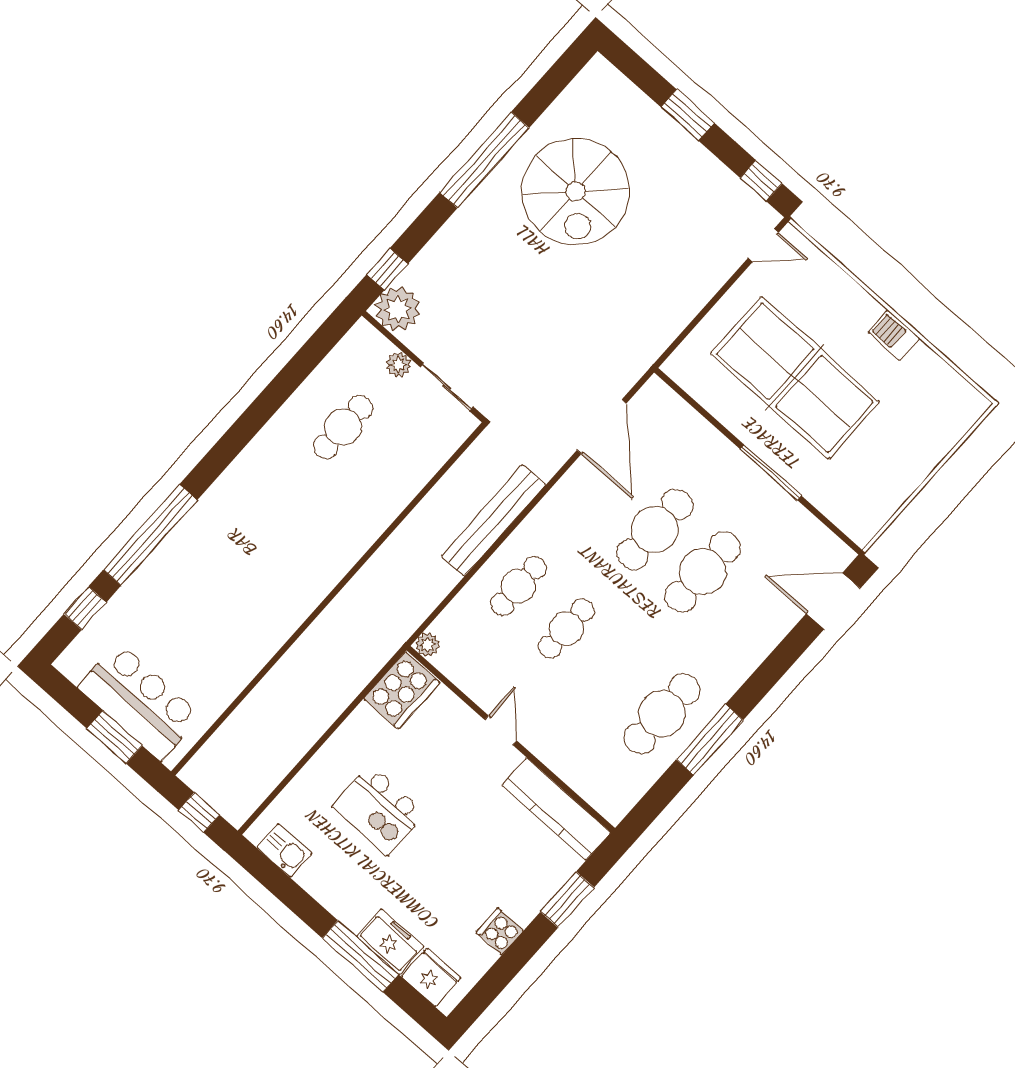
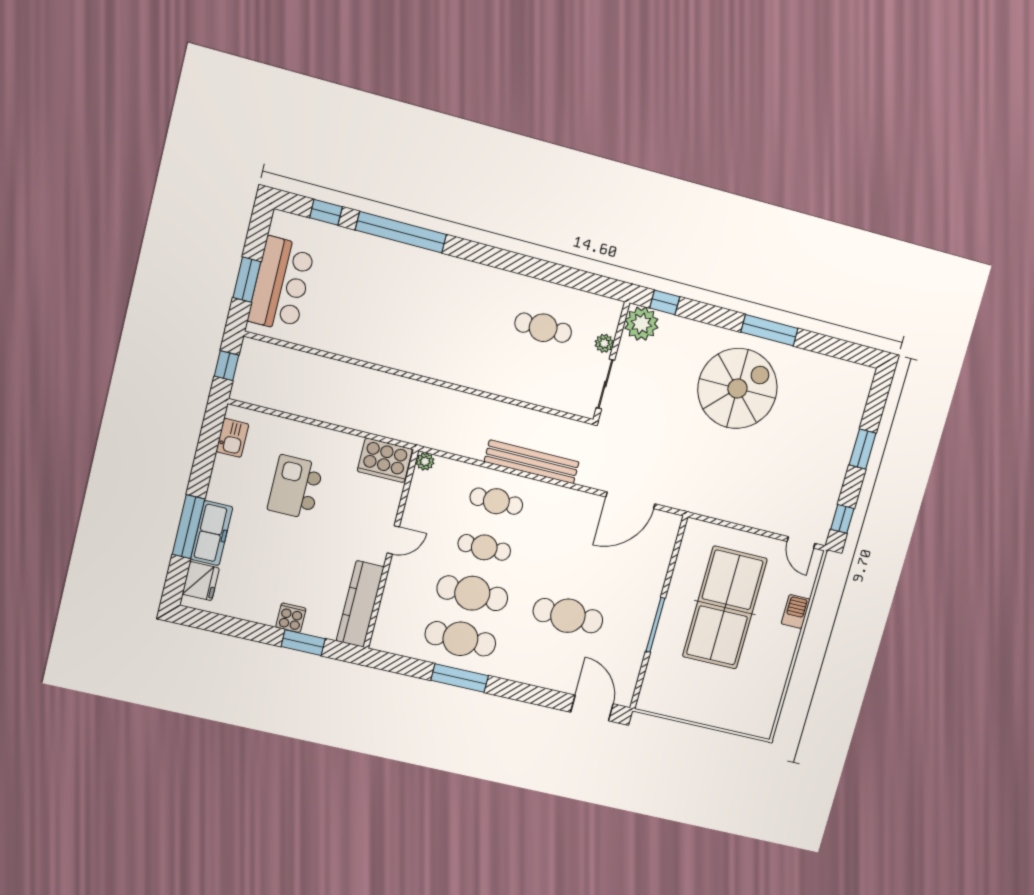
window: (484, 160) -> (769, 330), width x0.68
spiral stairs: (576, 191) -> (737, 388), moved, turned 180
barbecue: (894, 335) -> (796, 611), moved
cafe table: (655, 529) -> (472, 593), moved
cooker: (500, 931) -> (291, 618), moved
freezer: (390, 942) -> (212, 533), width x1.40

